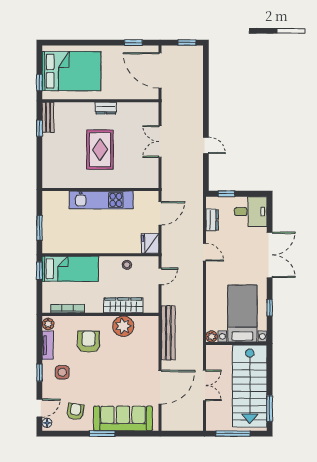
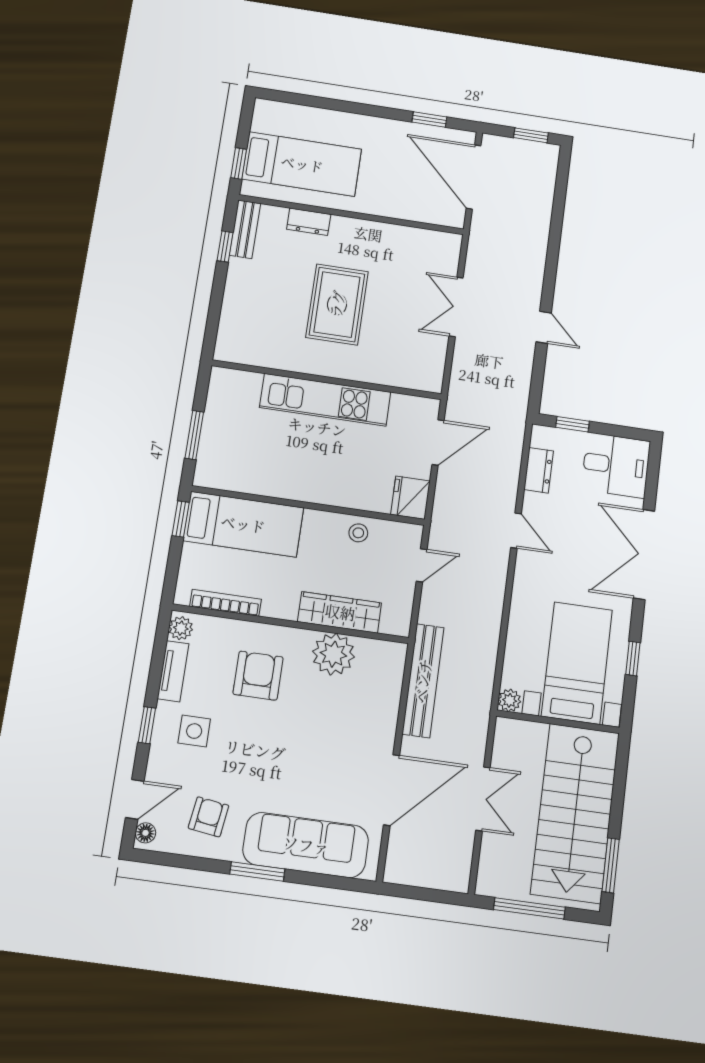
bed: (71, 71) -> (302, 164), width x0.67
dresser: (106, 108) -> (309, 222), moved
double door: (270, 255) -> (644, 554), swing flipped

